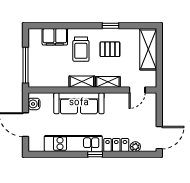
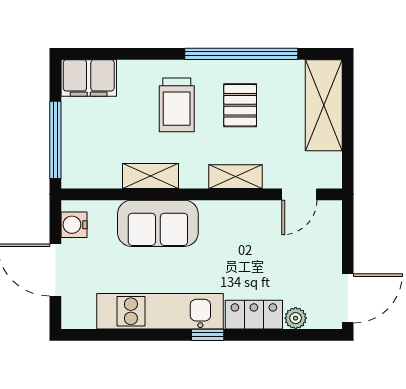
window: (110, 26) -> (241, 54), width x3.17
filing cabinet: (55, 37) -> (89, 78), moved
pallet: (110, 49) -> (240, 105), turned 90
shelving: (82, 82) -> (150, 176), moved
sofa: (79, 103) -> (158, 223), width x0.73

